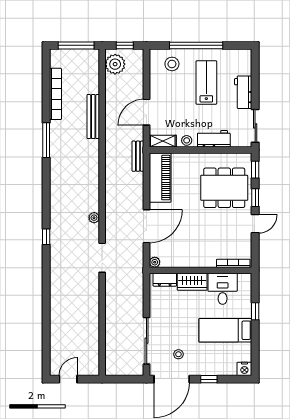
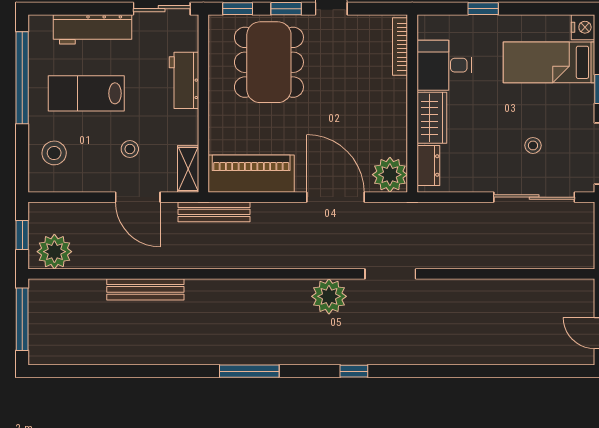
window: (196, 45) -> (22, 78), moved
workbench: (243, 92) -> (92, 29), width x1.38
bookcase: (55, 94) -> (106, 355), removed
window: (46, 140) -> (249, 371), moved
stool: (187, 140) -> (130, 149), moved
bench: (138, 156) -> (214, 212), width x1.36
plant: (94, 218) -> (329, 296), width x1.87, depth x1.87
plant: (155, 262) -> (390, 175), width x1.88, depth x1.88
bed: (225, 330) -> (549, 62), moved, turned 90
stool: (178, 354) -> (533, 145), moved

